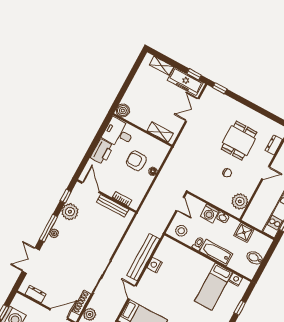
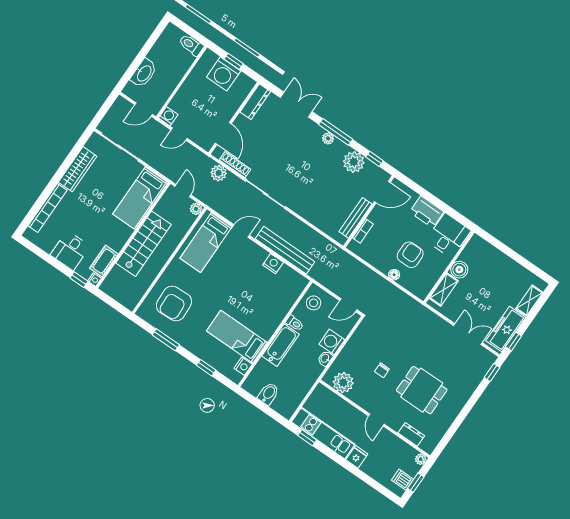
boiler: (123, 111) -> (459, 270), moved
shower: (244, 233) -> (303, 383), removed
dresser: (36, 294) -> (255, 102), width x1.44

